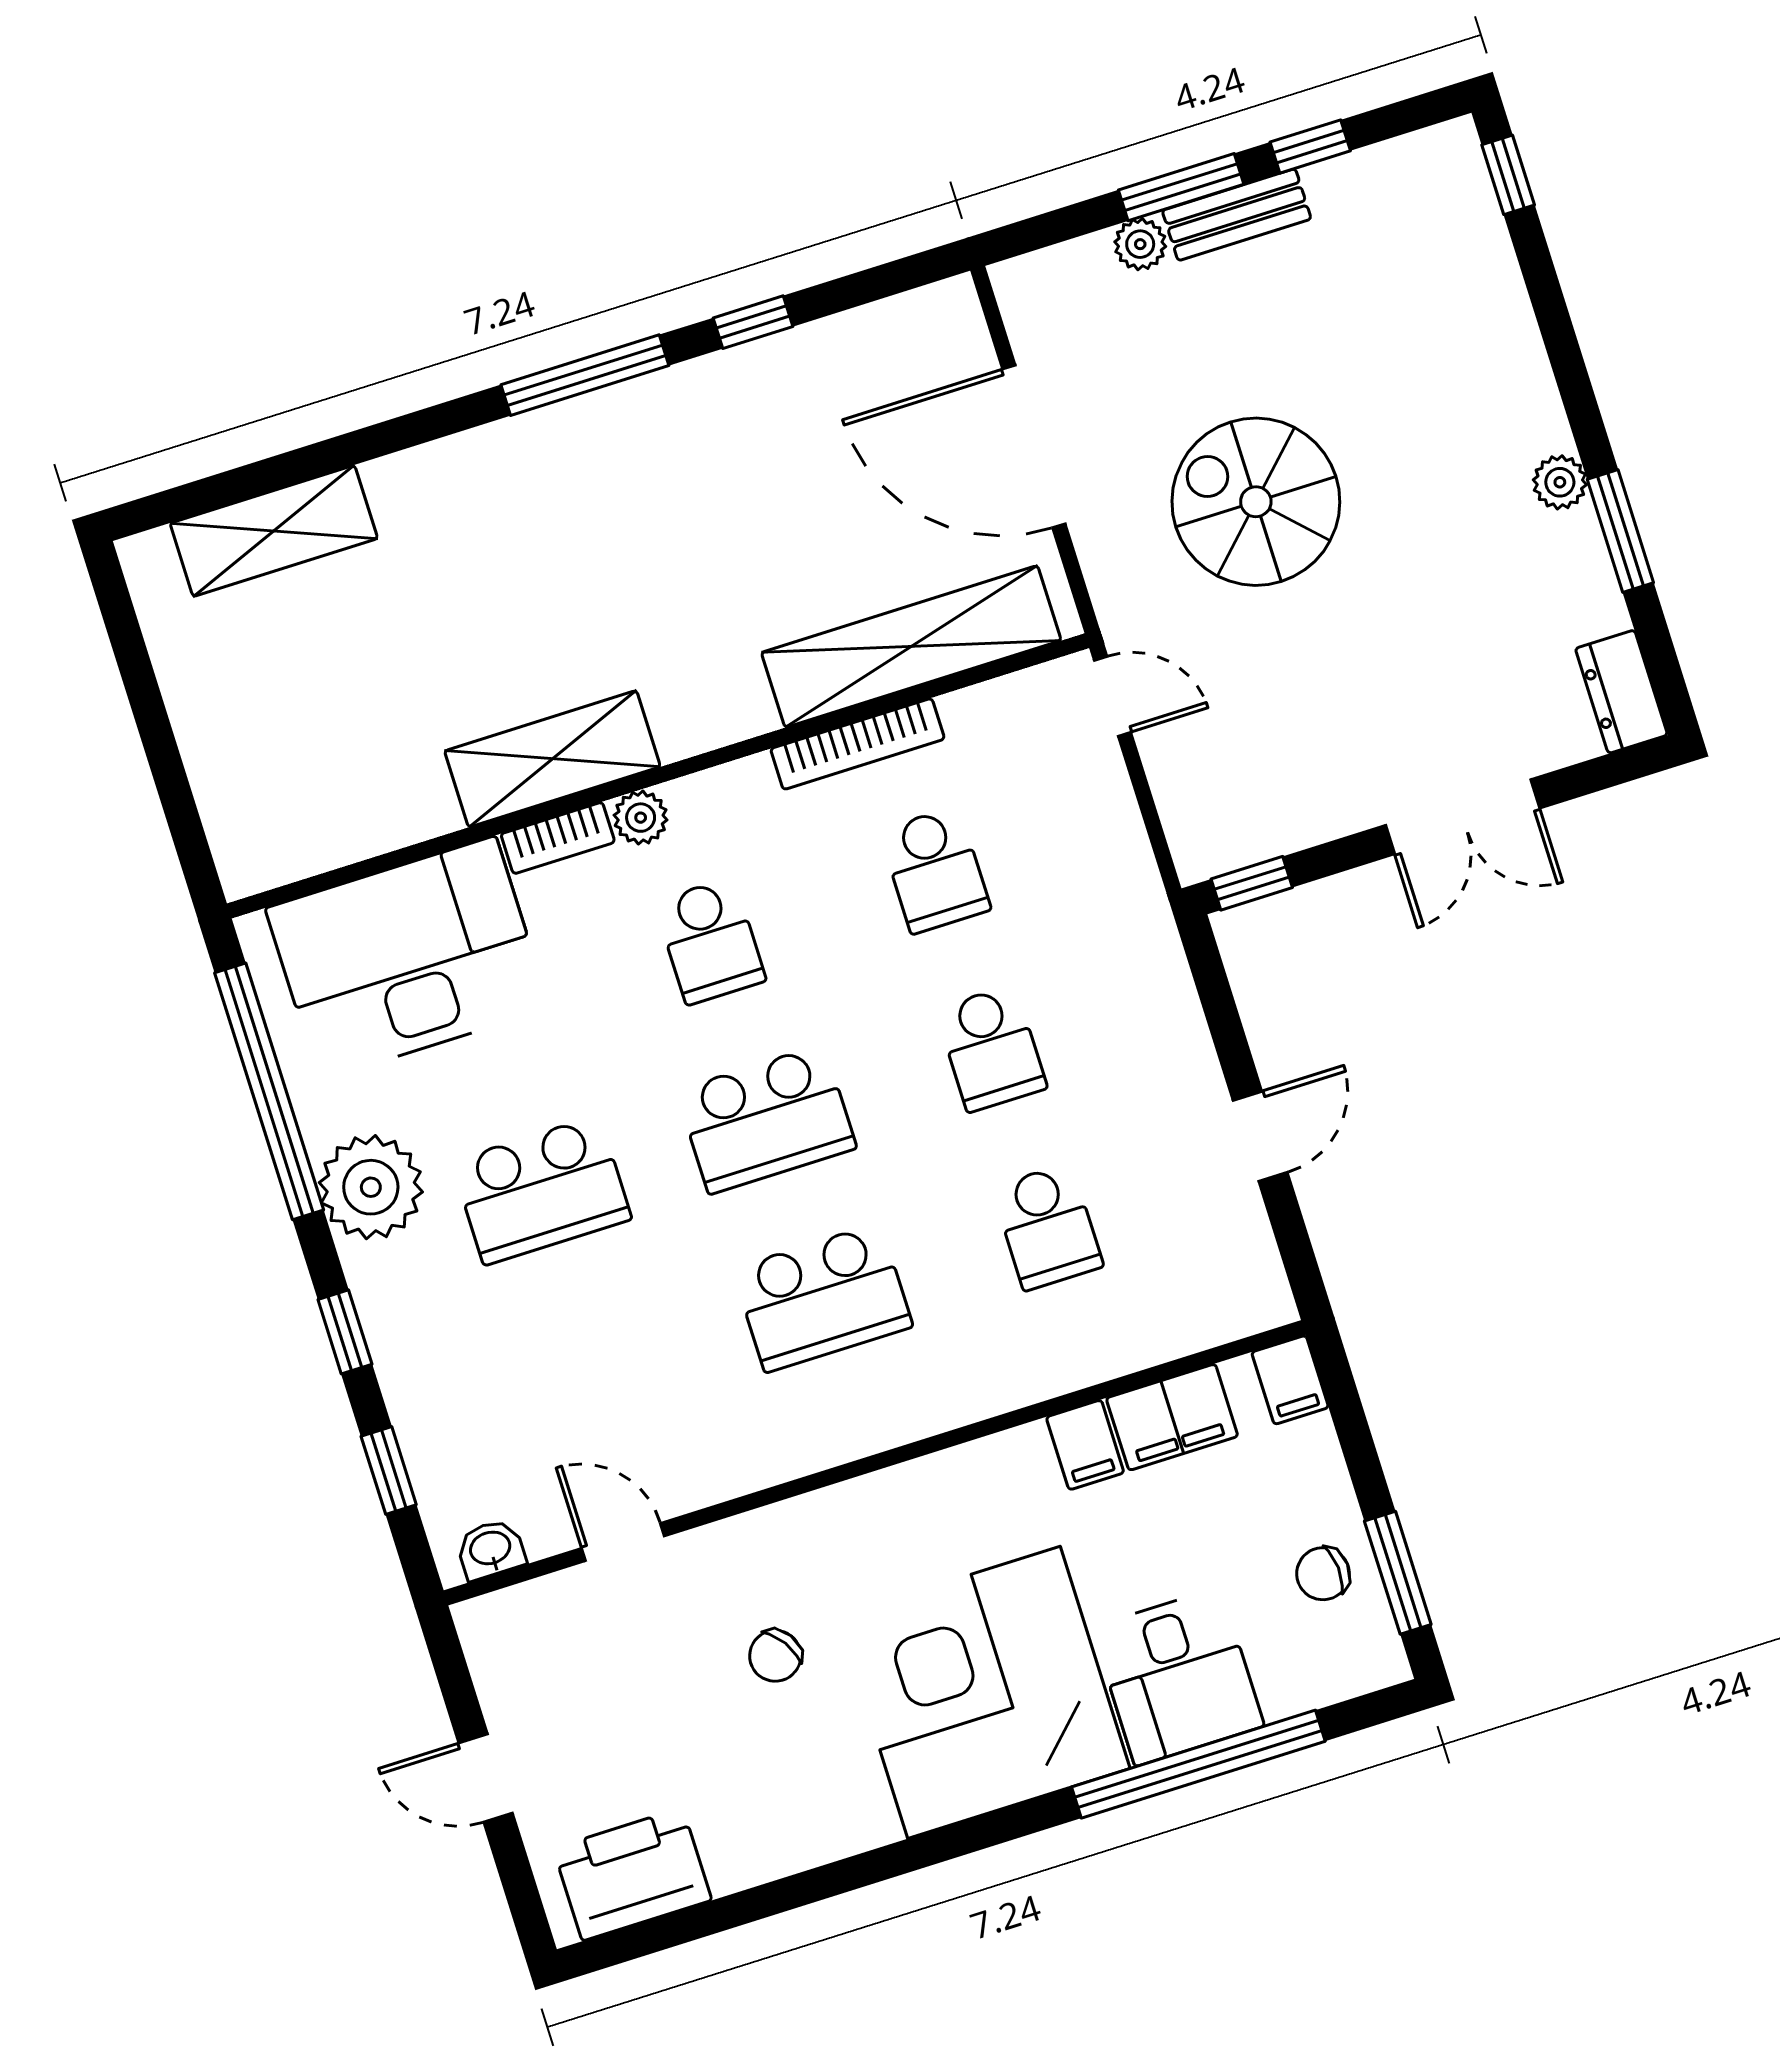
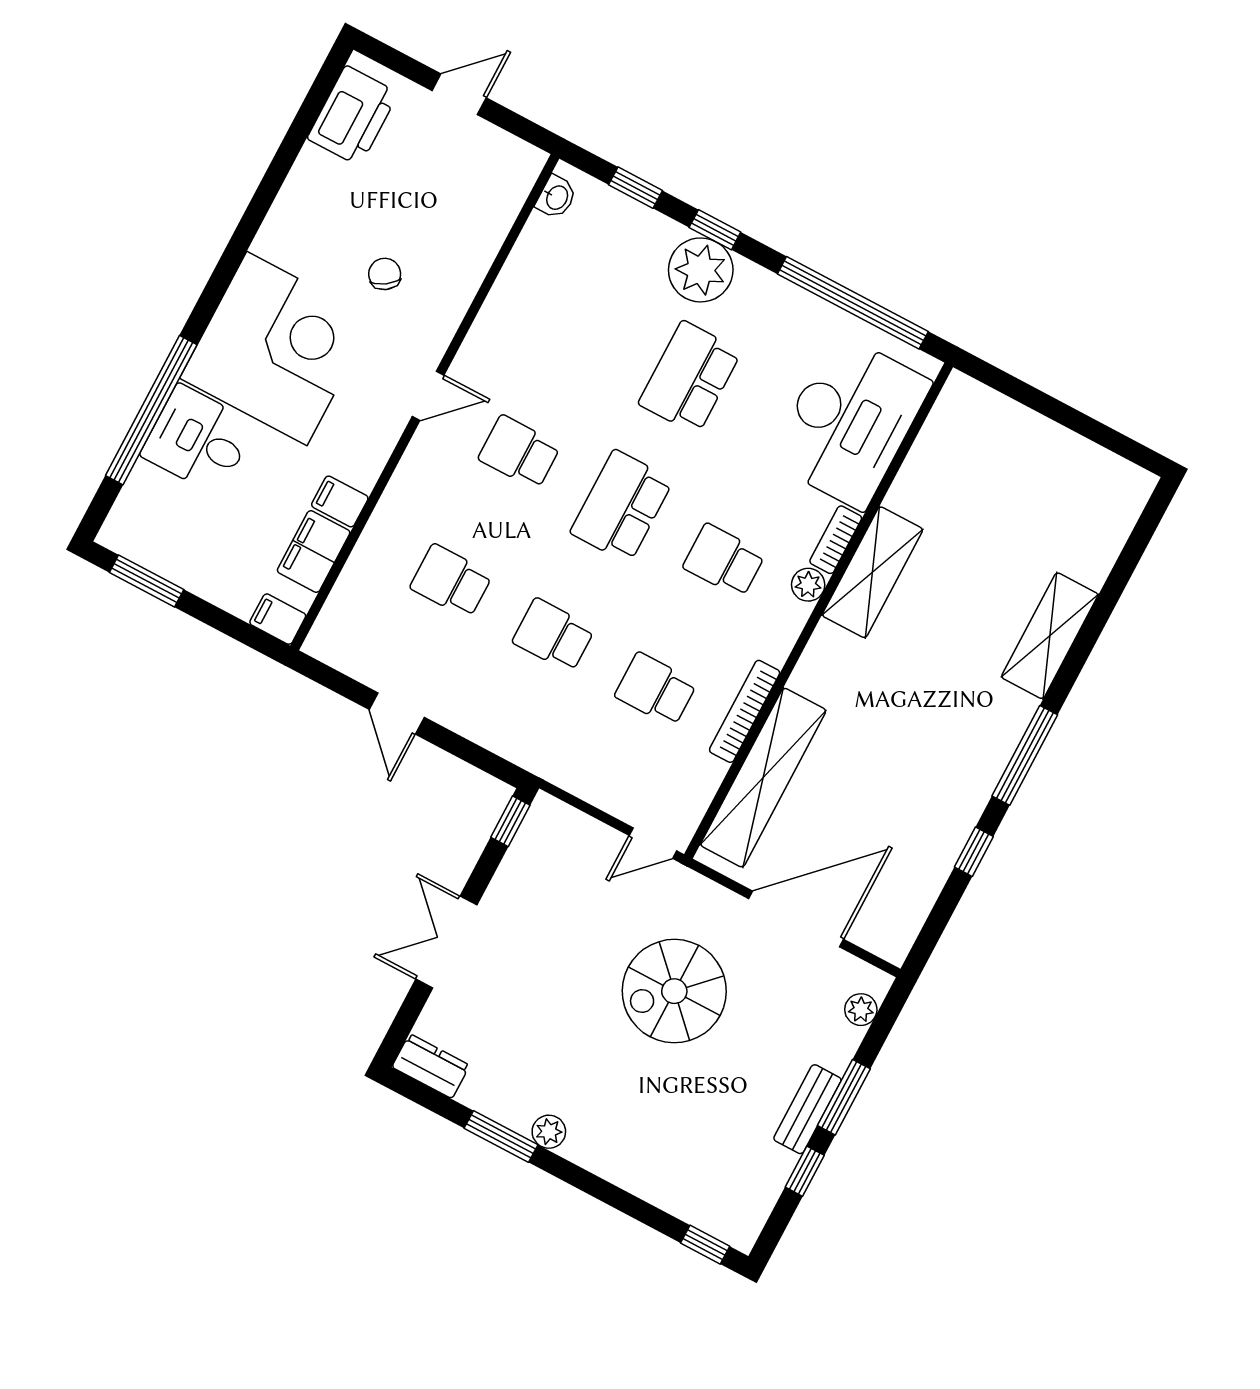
plant: (1140, 244) -> (861, 1010), moved
spiral stairs: (1256, 502) -> (674, 991), turned 180
shelving: (274, 531) -> (1050, 636), moved
plant: (371, 1187) -> (701, 270), moved
school desk: (823, 1298) -> (519, 452), width x0.54
door: (623, 1542) -> (428, 396), moved
chair: (1323, 1574) -> (179, 548), removed

